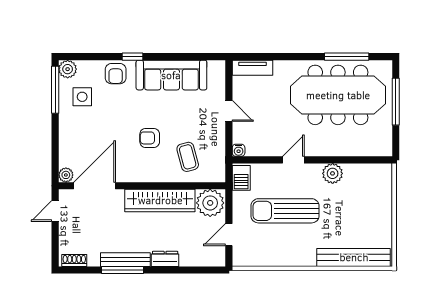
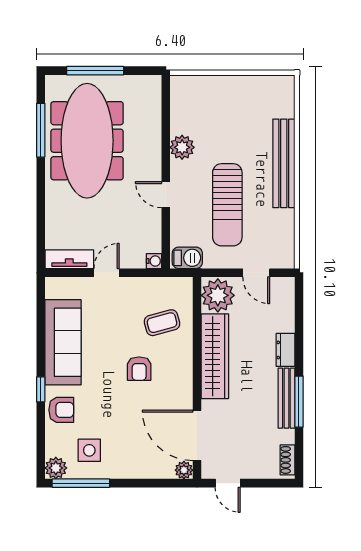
tv unit: (252, 68) -> (69, 259), moved, turned -90
bench: (354, 257) -> (284, 163), moved

